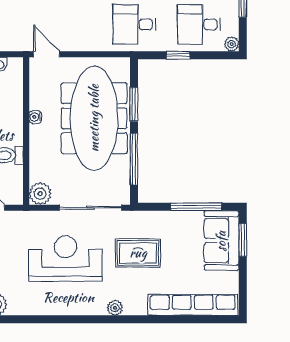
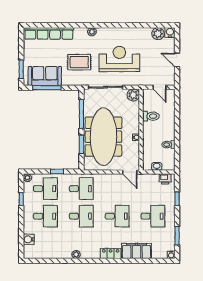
sofa: (221, 241) -> (45, 76), moved, turned -90
reception desk: (65, 259) -> (119, 59), turned 180

